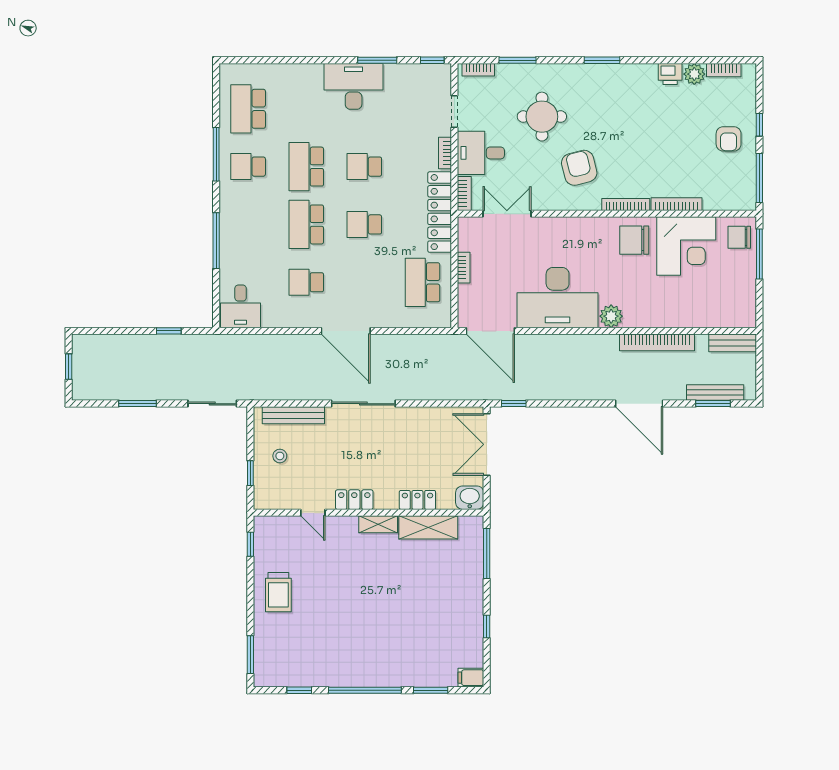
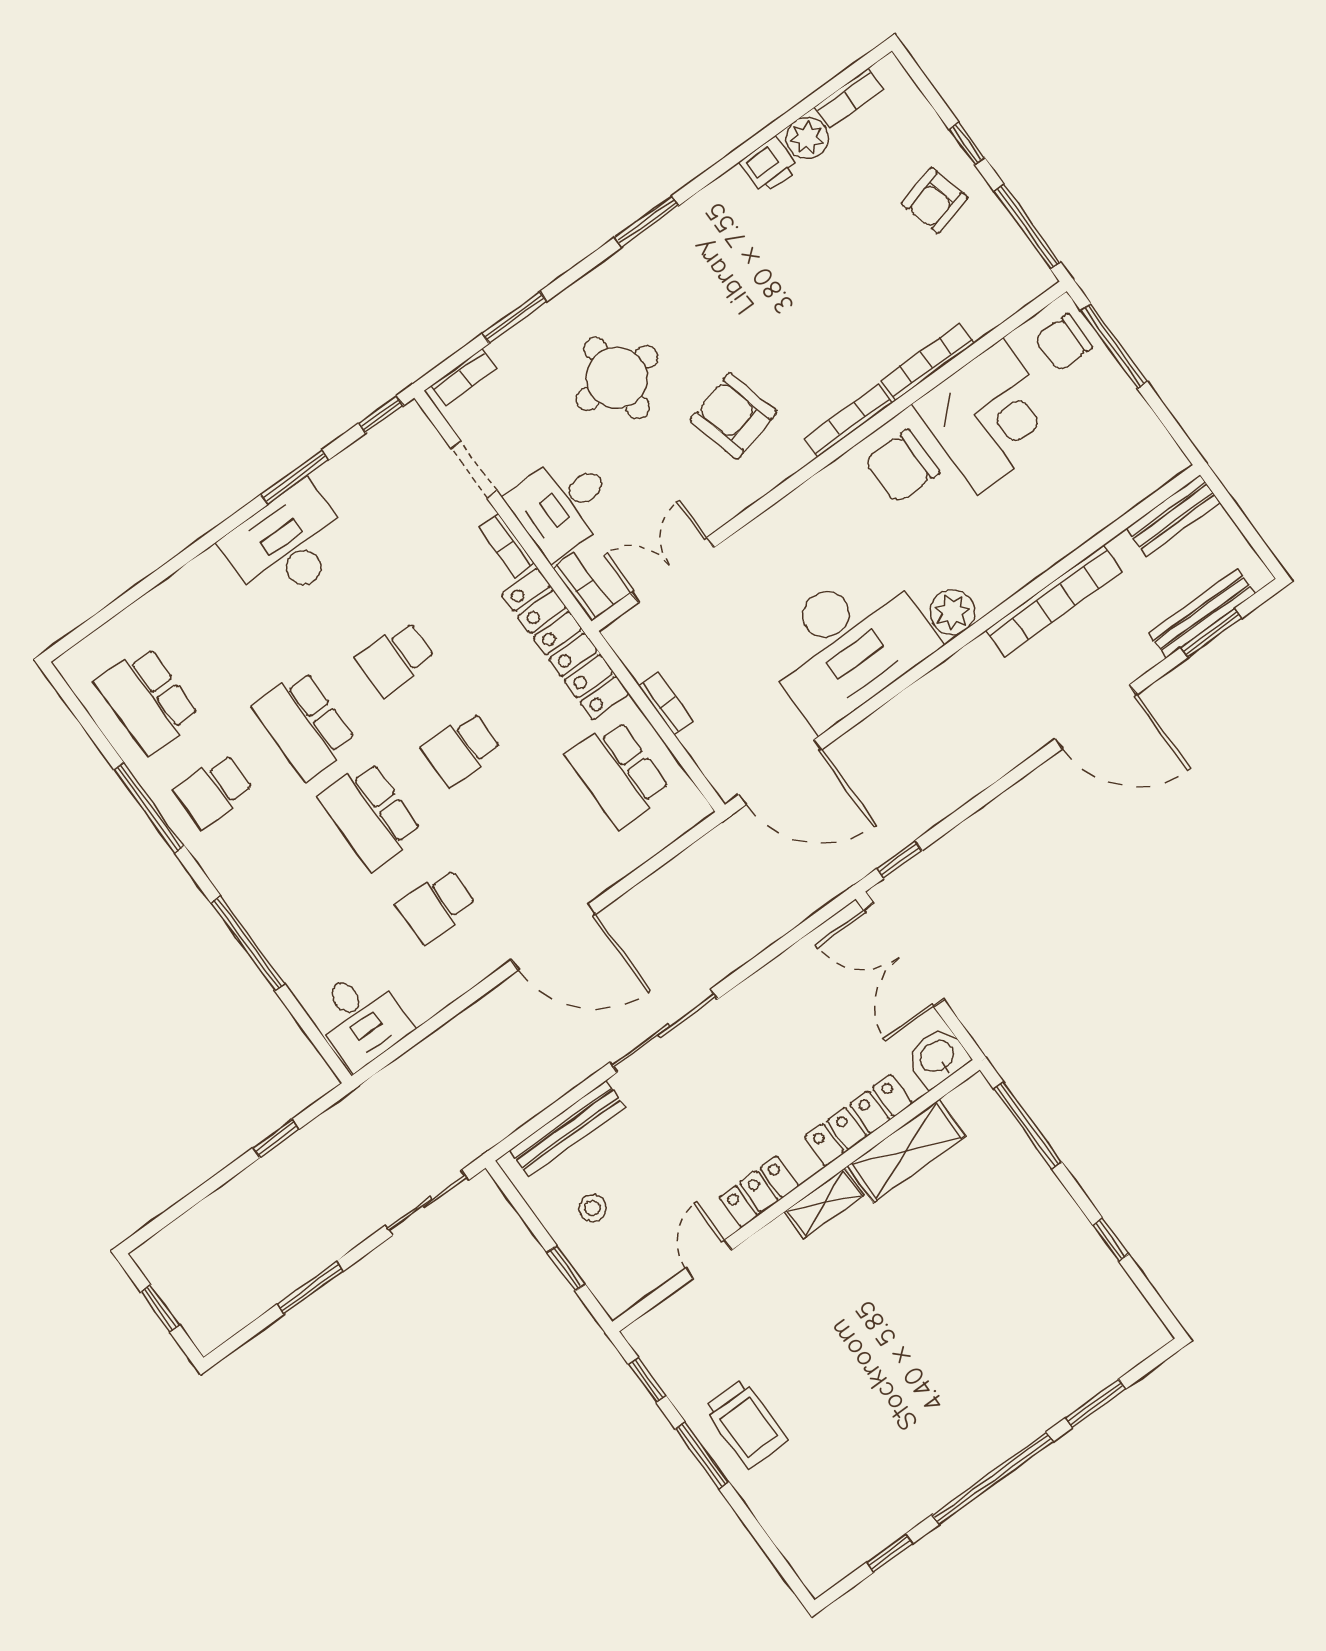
armchair: (729, 139) -> (935, 201), turned 75
locker: (417, 500) -> (858, 1120), width x1.53
door: (313, 513) -> (709, 1259), swing flipped
window: (250, 655) -> (702, 1455), moved
filing cabinet: (471, 678) -> (1144, 1338), removed

